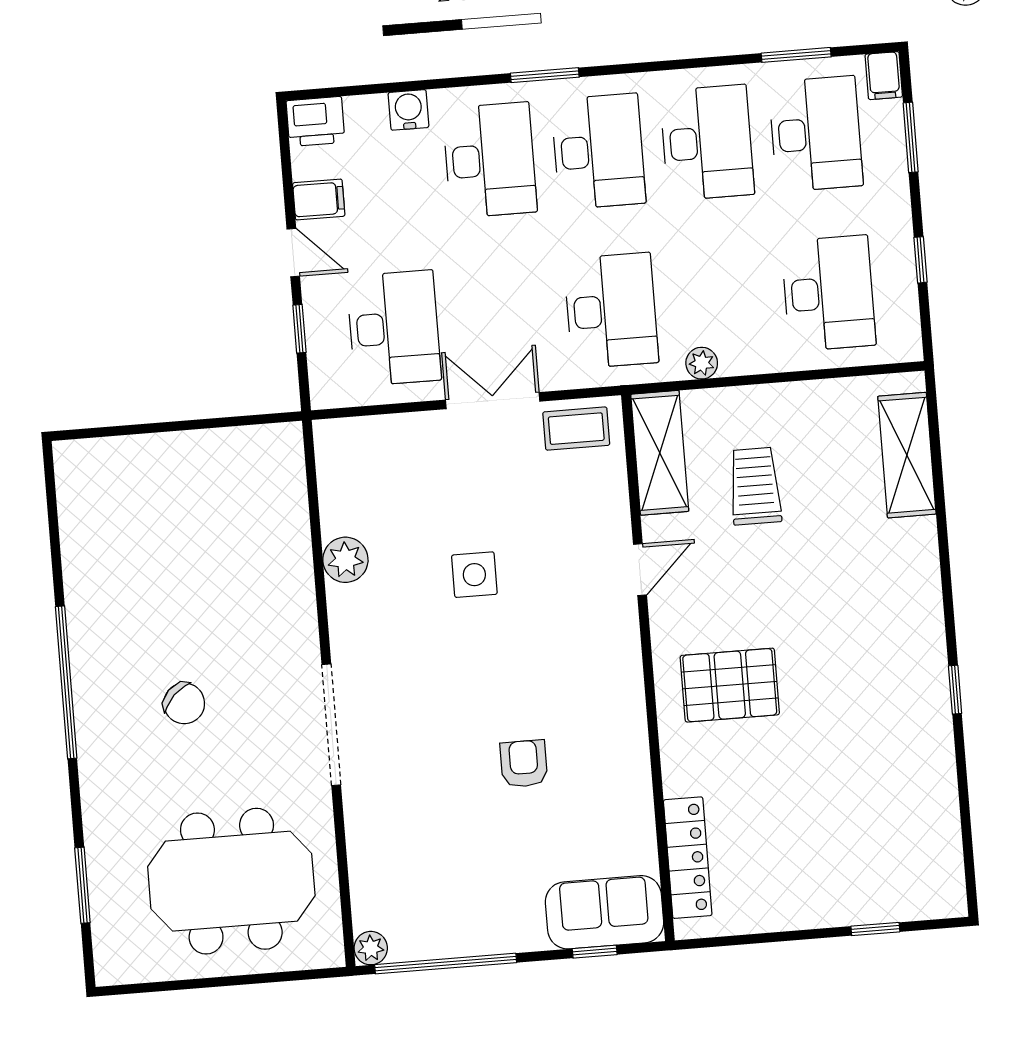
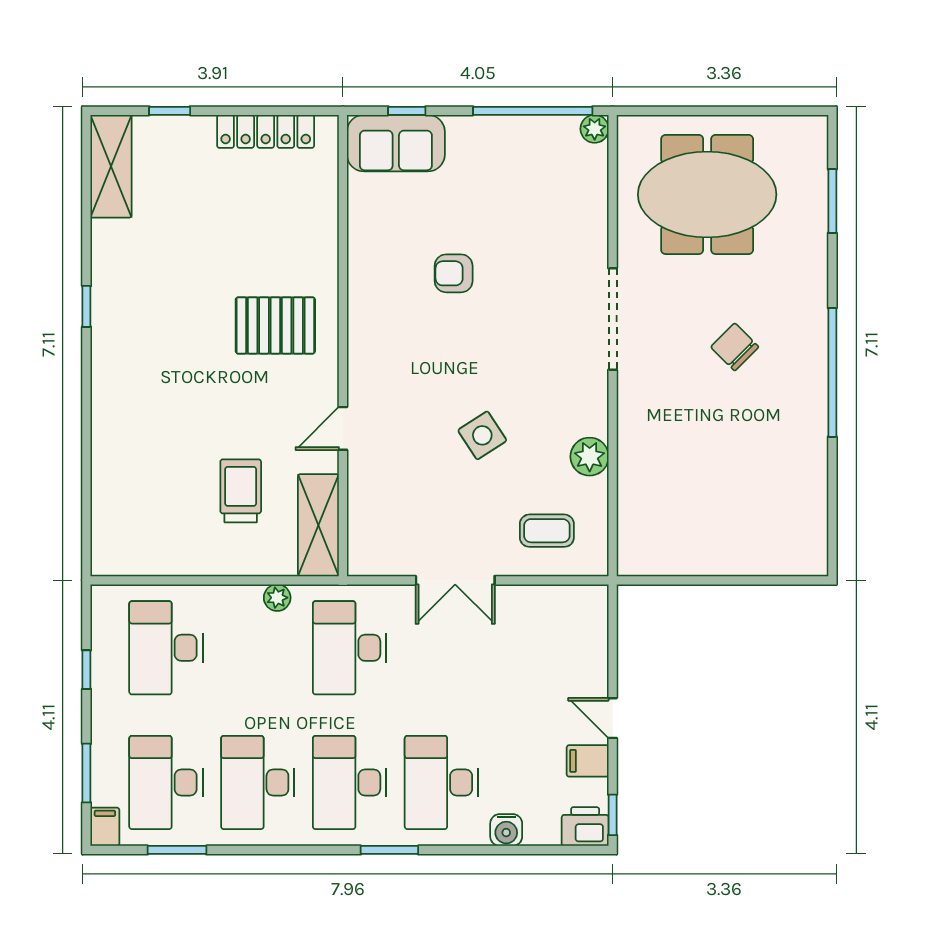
desk: (394, 328) -> (533, 648), removed
window: (299, 329) -> (613, 815), moved
coffee table: (576, 429) -> (547, 531), moved
shelving: (907, 455) -> (111, 166), moved
trolley: (755, 486) -> (241, 491), turned 180
side table: (474, 575) -> (482, 435), turned -33
armchair: (524, 764) -> (454, 273), turned 90
locker: (688, 858) -> (266, 131), moved, turned -90

